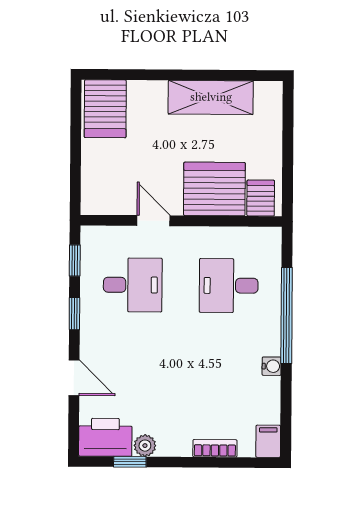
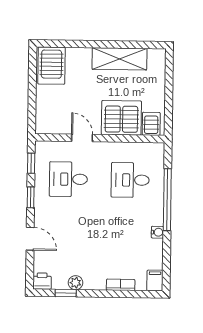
desk: (133, 285) -> (68, 179), turned 180
printer: (105, 437) -> (42, 281), width x0.53, depth x0.68

